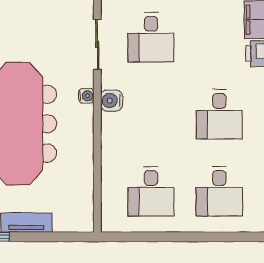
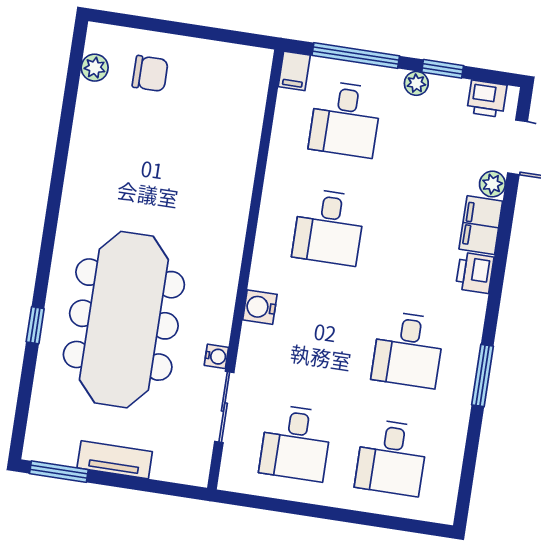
sliding door: (97, 44) -> (224, 407), moved
water cooler: (86, 96) -> (216, 356), moved

